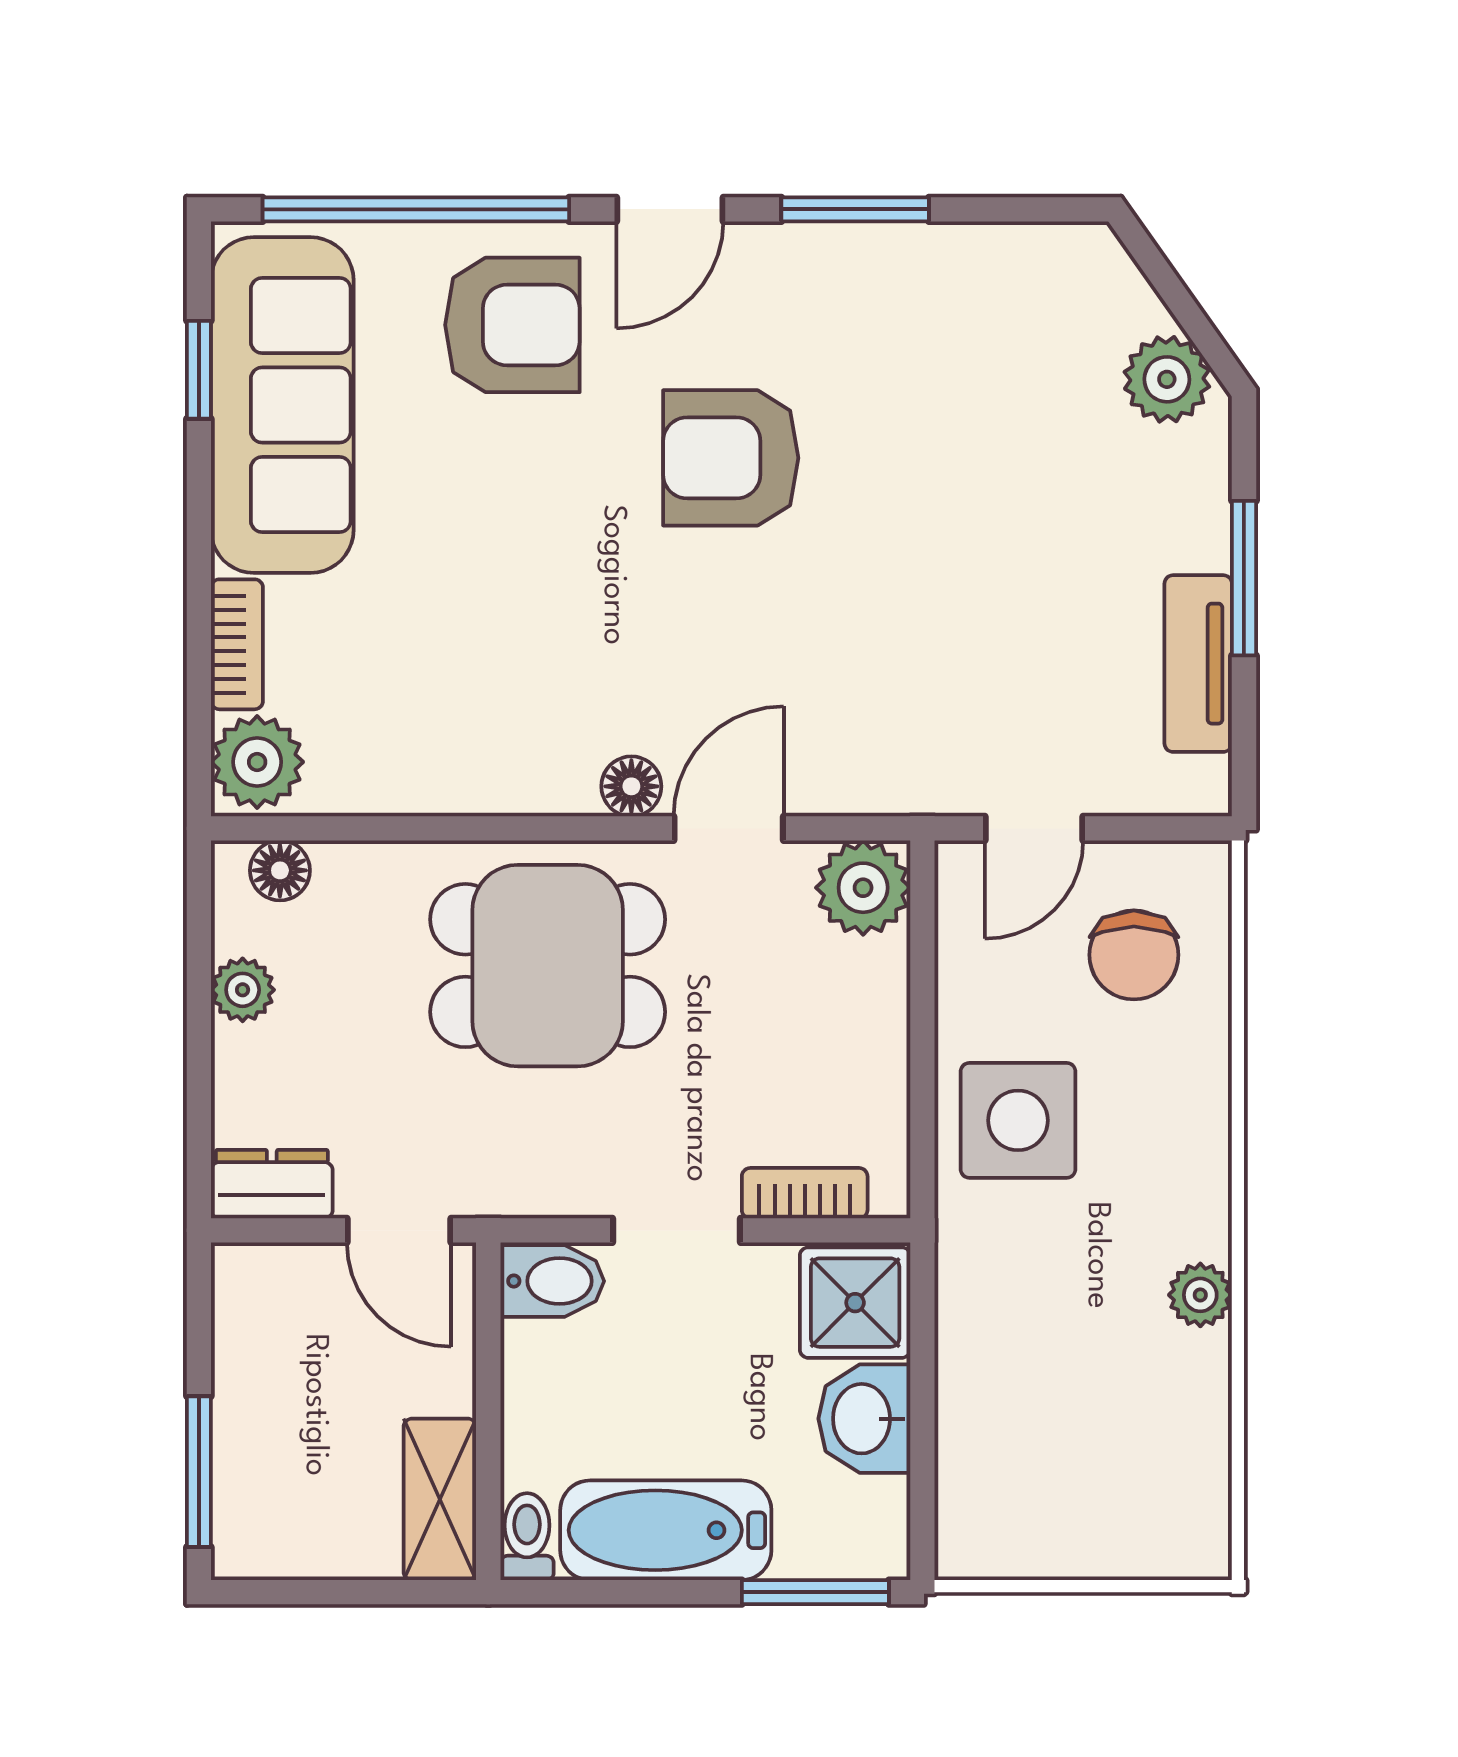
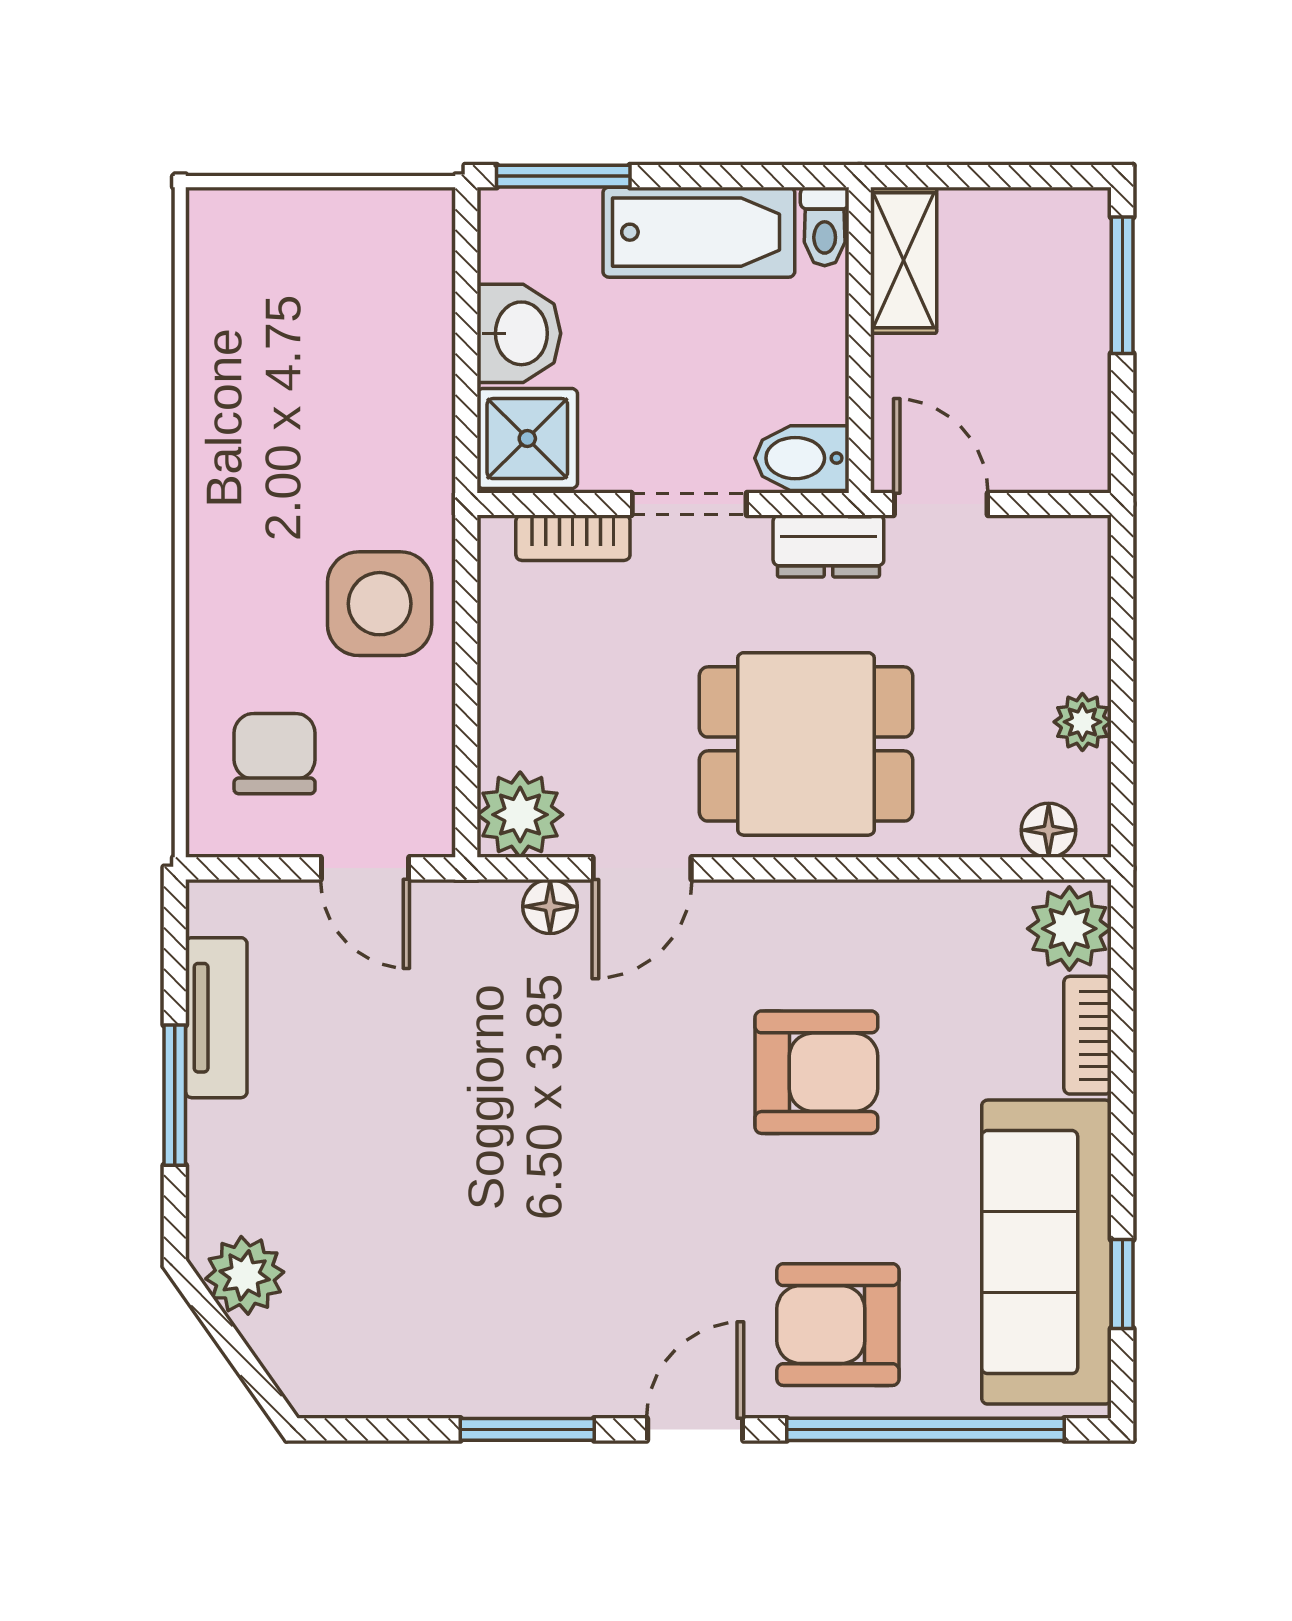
armchair: (731, 458) -> (816, 1072), moved
floor lamp: (631, 786) -> (550, 906), moved
door: (1034, 828) -> (365, 868), swing flipped
dresser: (272, 1184) -> (828, 546), moved
plant: (1200, 1295) -> (214, 445), removed

